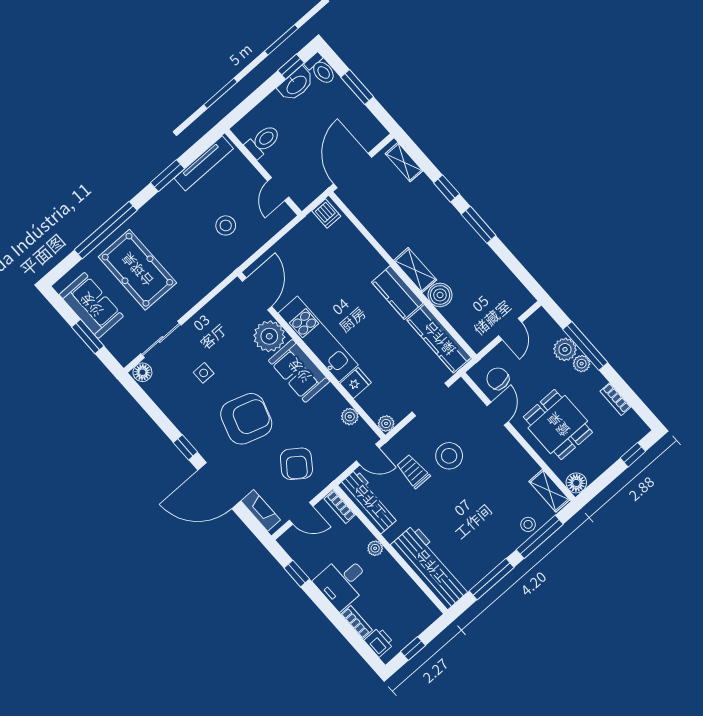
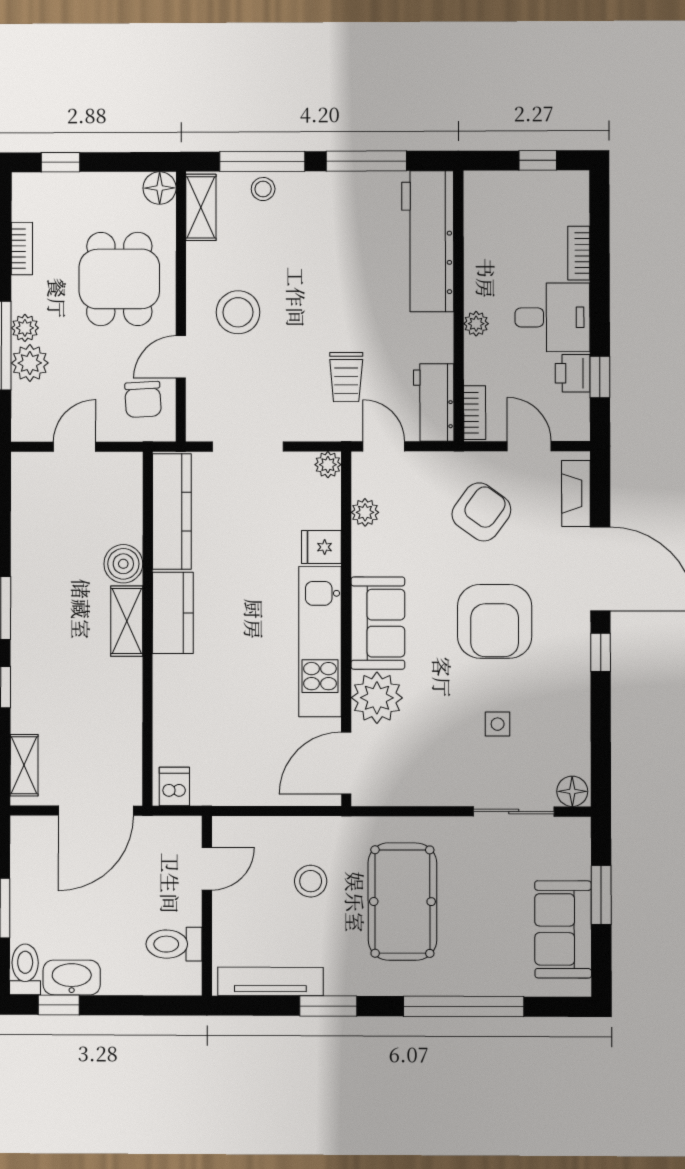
pool table: (137, 270) -> (402, 902), moved
armchair: (246, 419) -> (495, 621), turned -108
stool: (449, 456) -> (238, 312), moved
workbench: (369, 502) -> (434, 403), width x0.73
printer: (379, 642) -> (573, 373), moved

